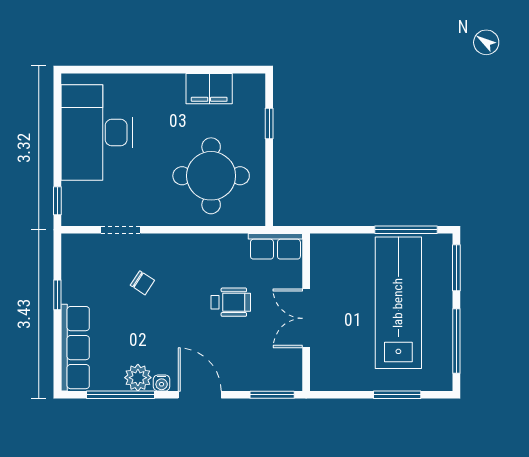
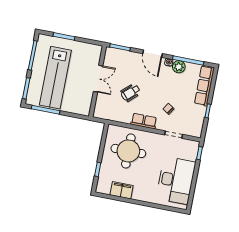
row of seats: (275, 246) -> (144, 121), moved
wheelchair: (231, 302) -> (131, 93), turned -43

